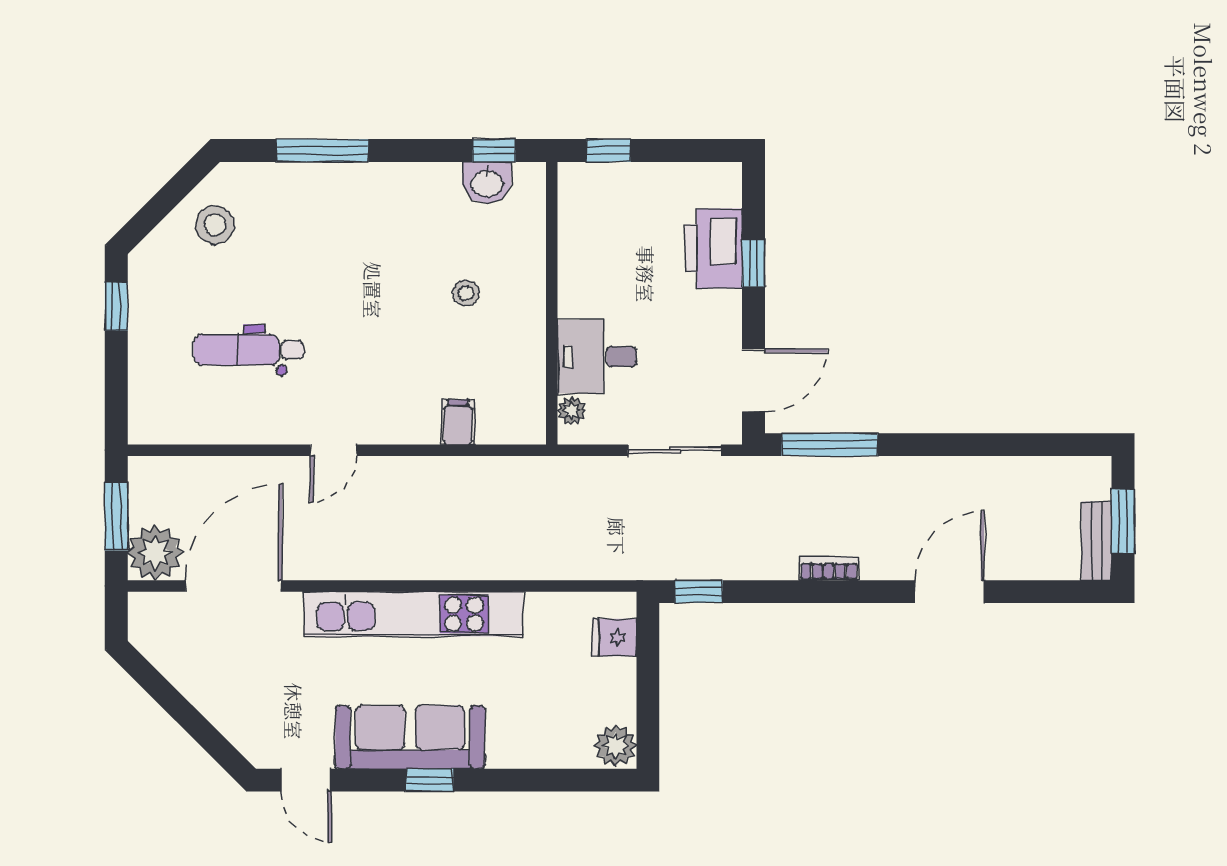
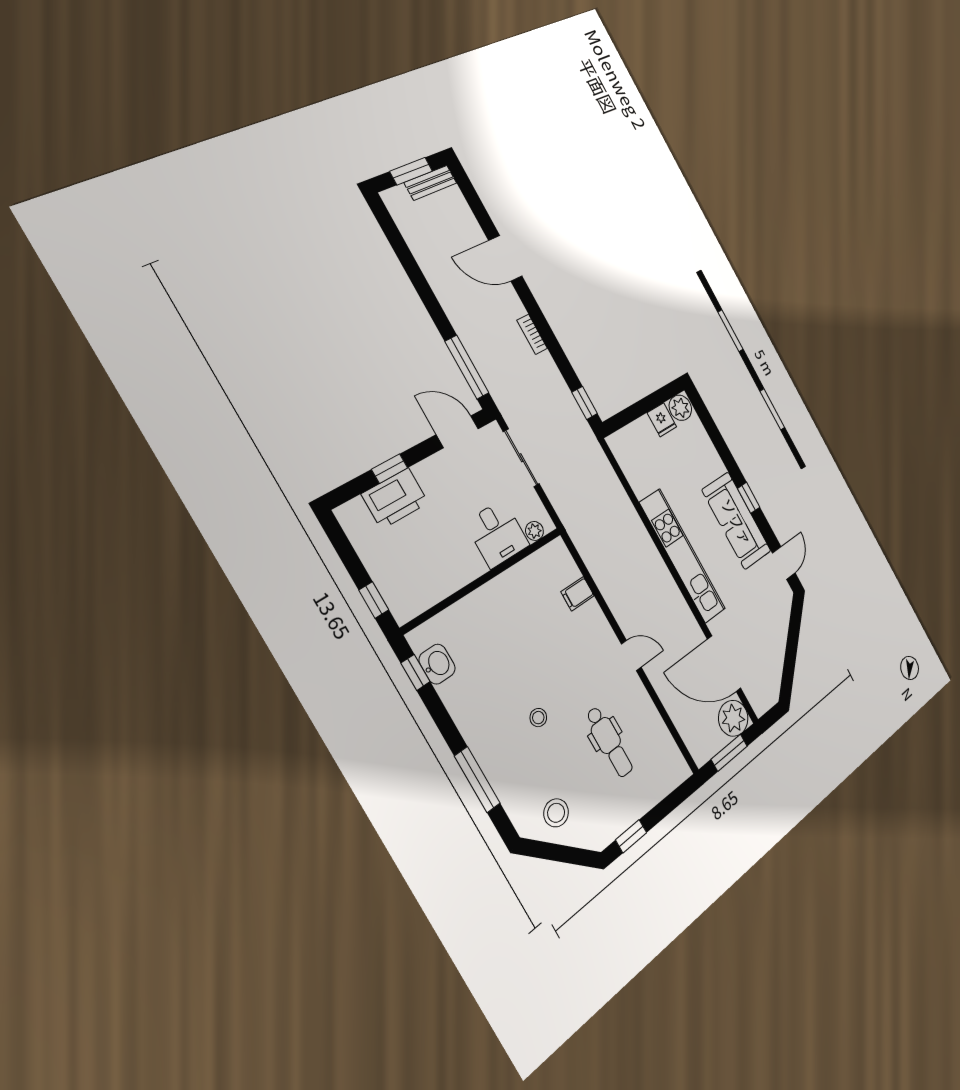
stool: (466, 293) -> (538, 718), moved
fridge: (614, 637) -> (662, 420), moved

